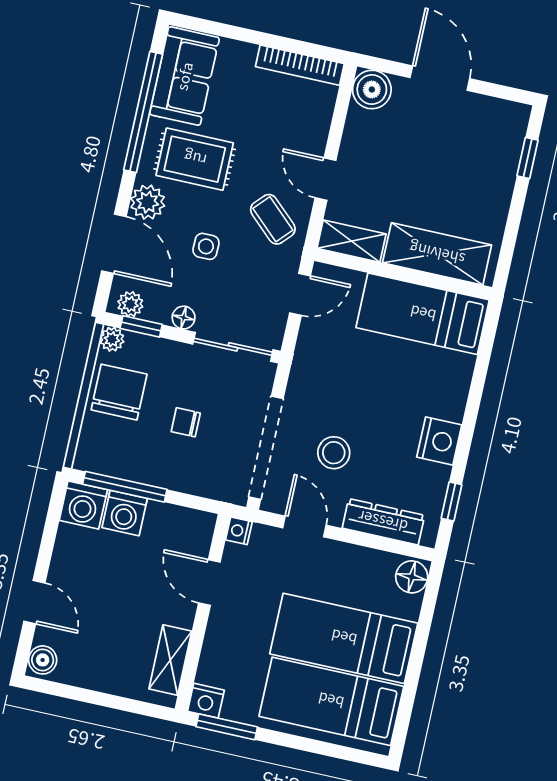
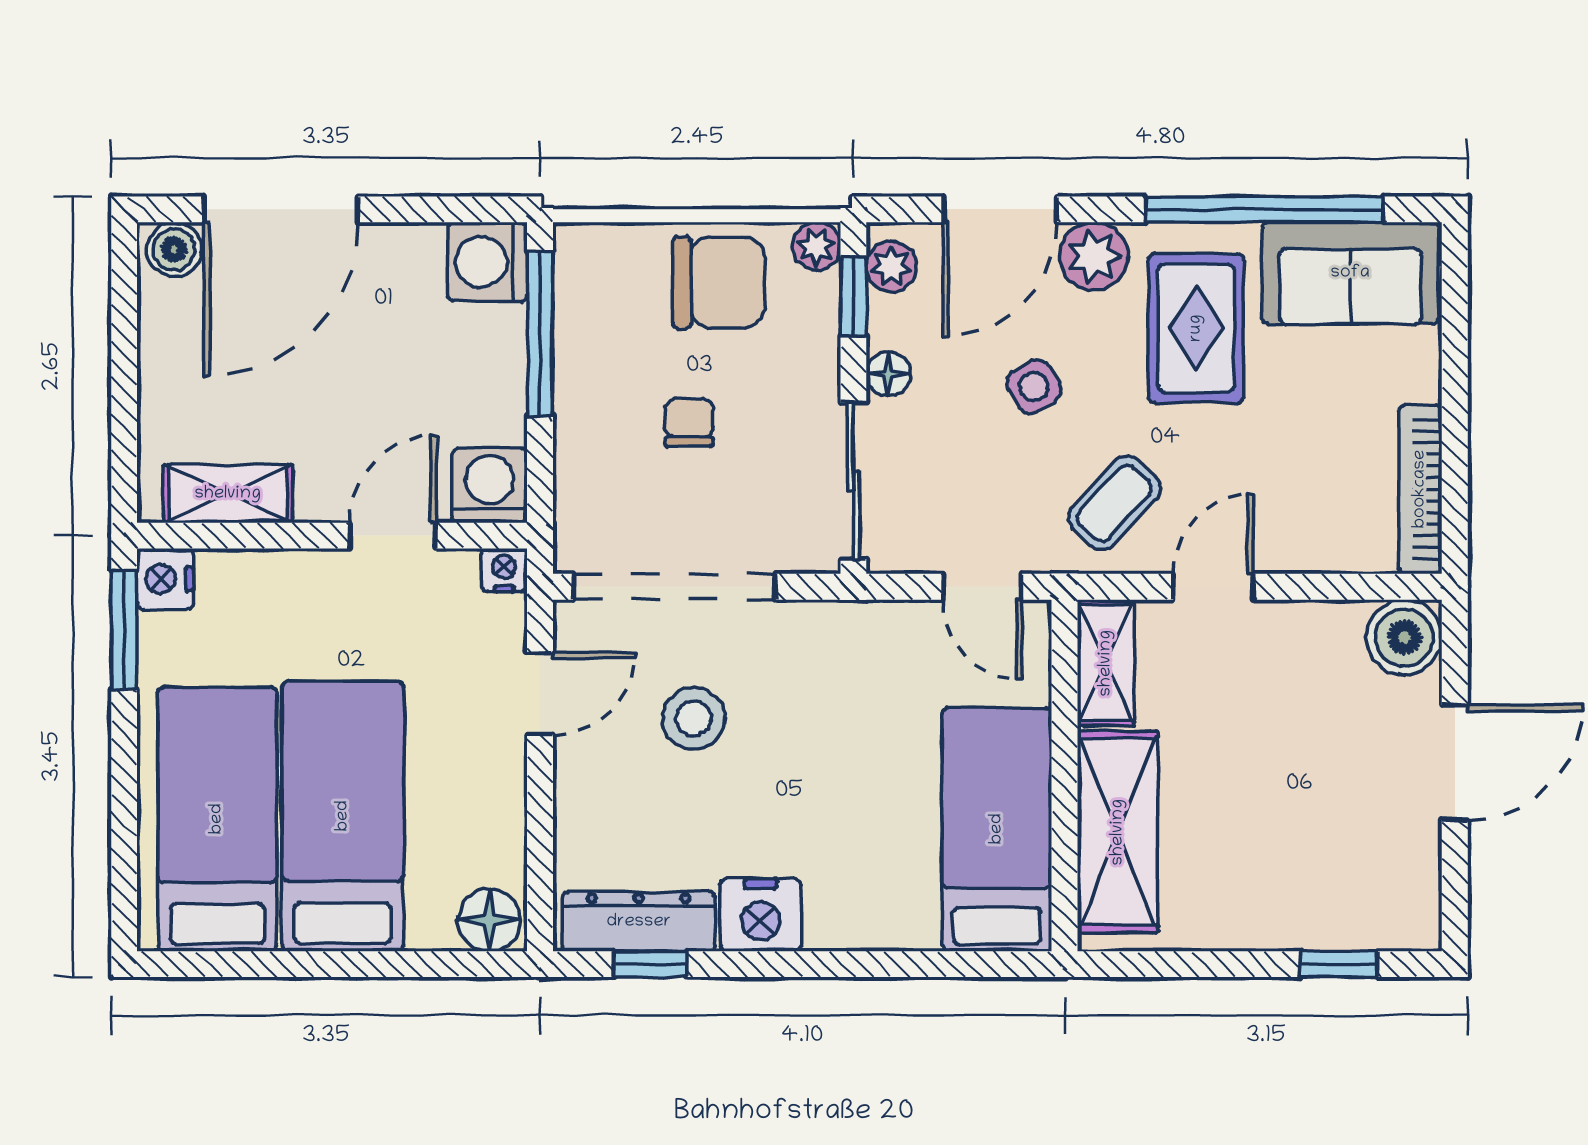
side table: (206, 246) -> (1034, 387), turned -31
washing machine: (125, 513) -> (490, 485), moved, turned 90
dresser: (383, 522) -> (639, 922), moved, turned -90
door: (34, 602) -> (281, 209), width x1.88

